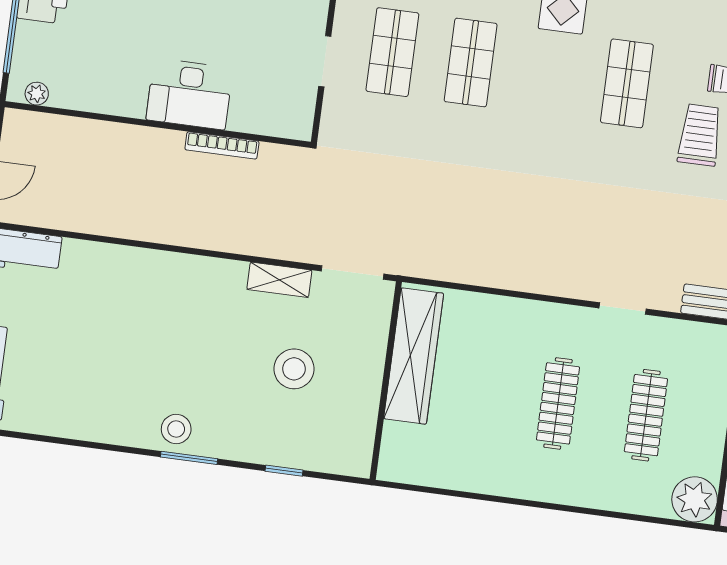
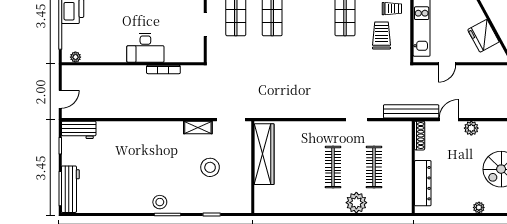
plant: (695, 499) -> (356, 203), moved

